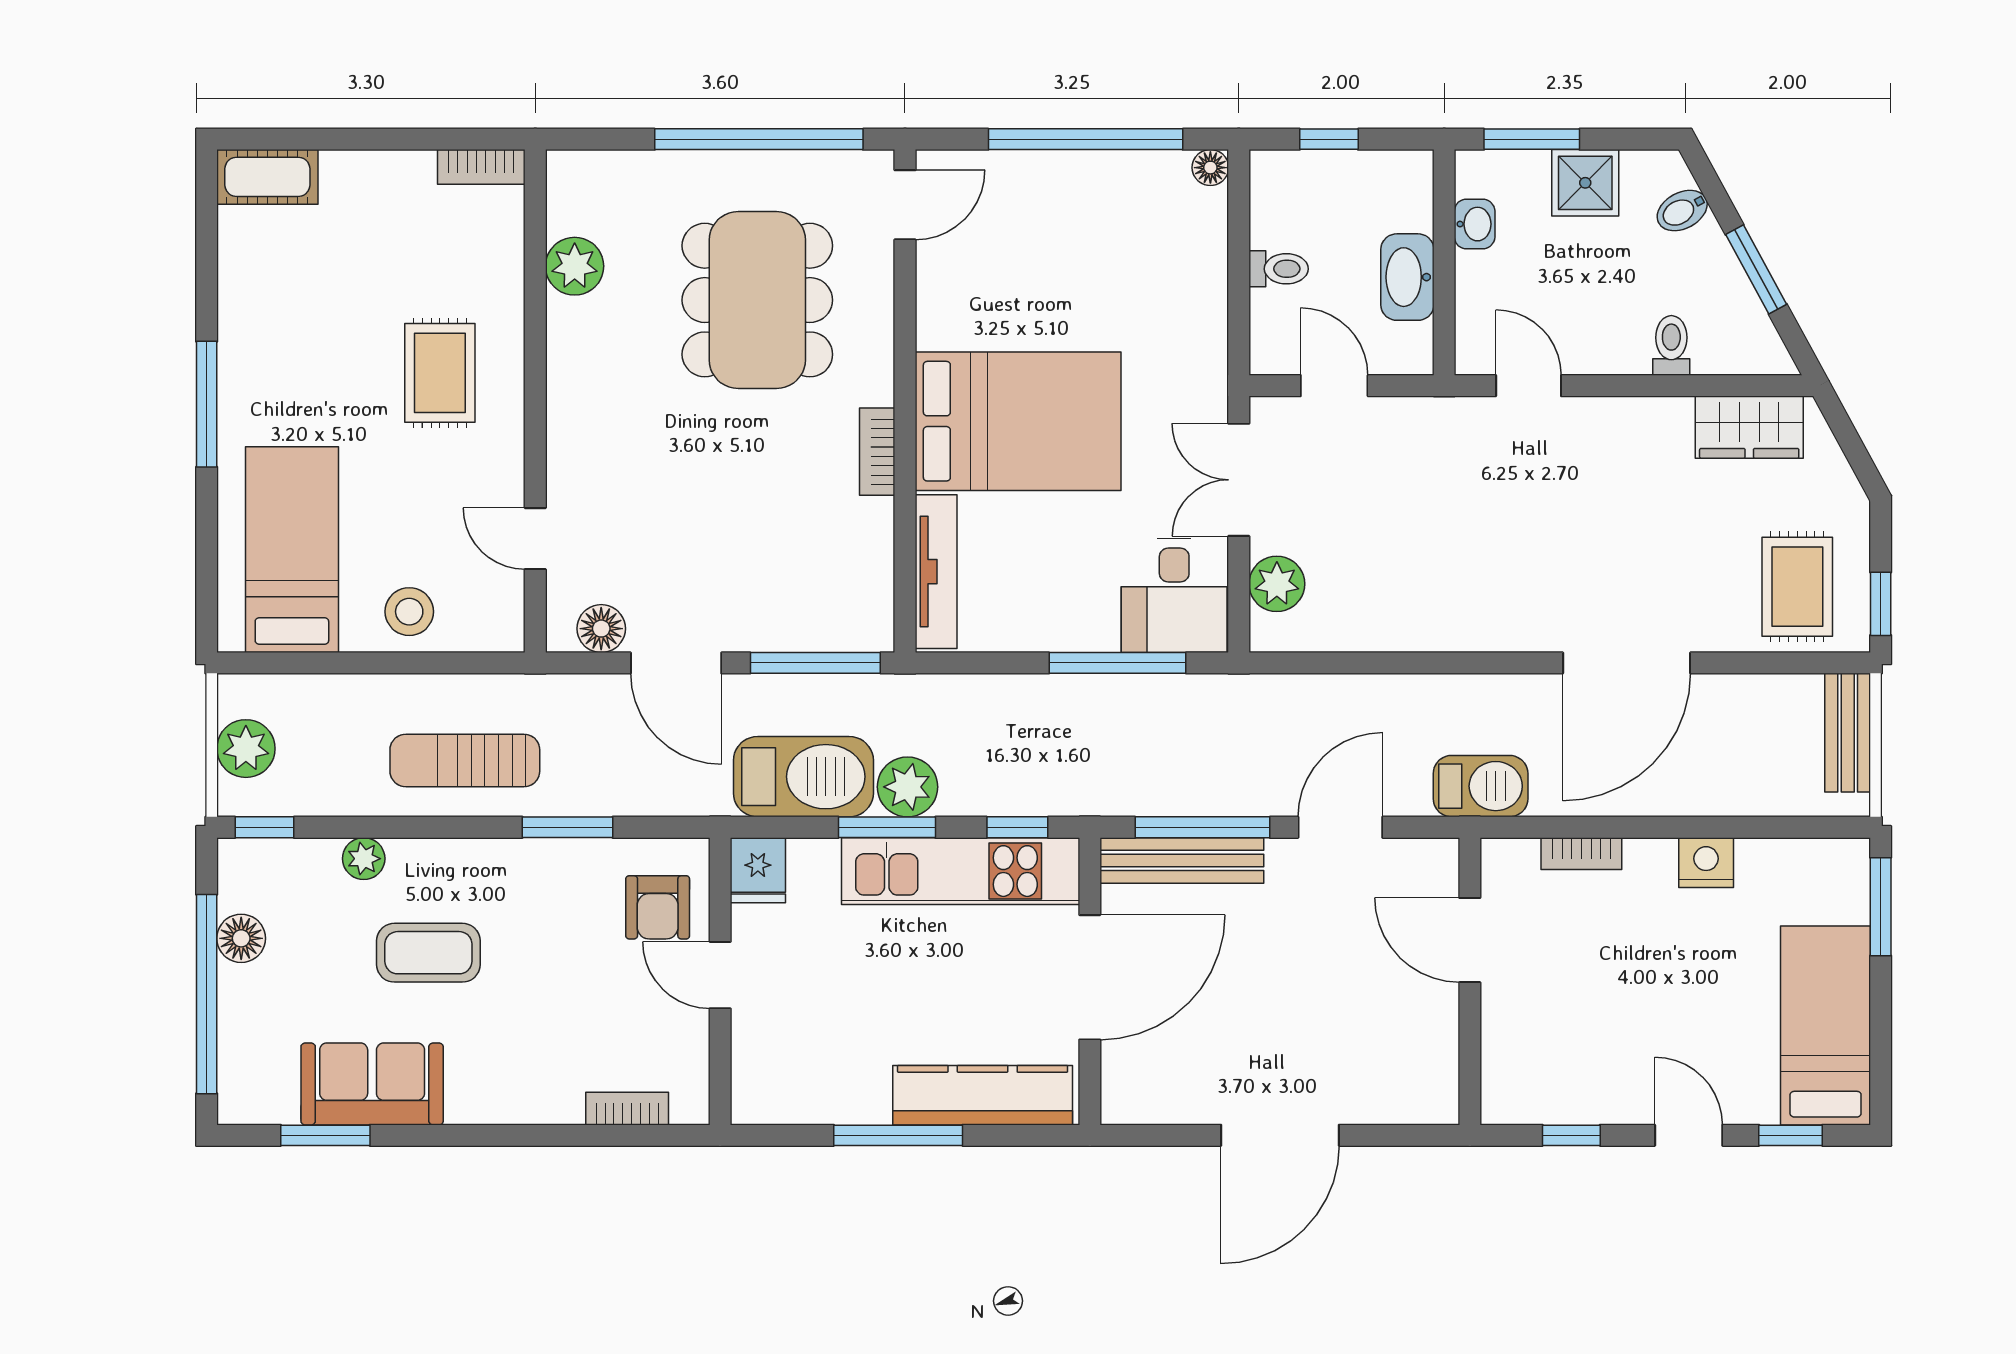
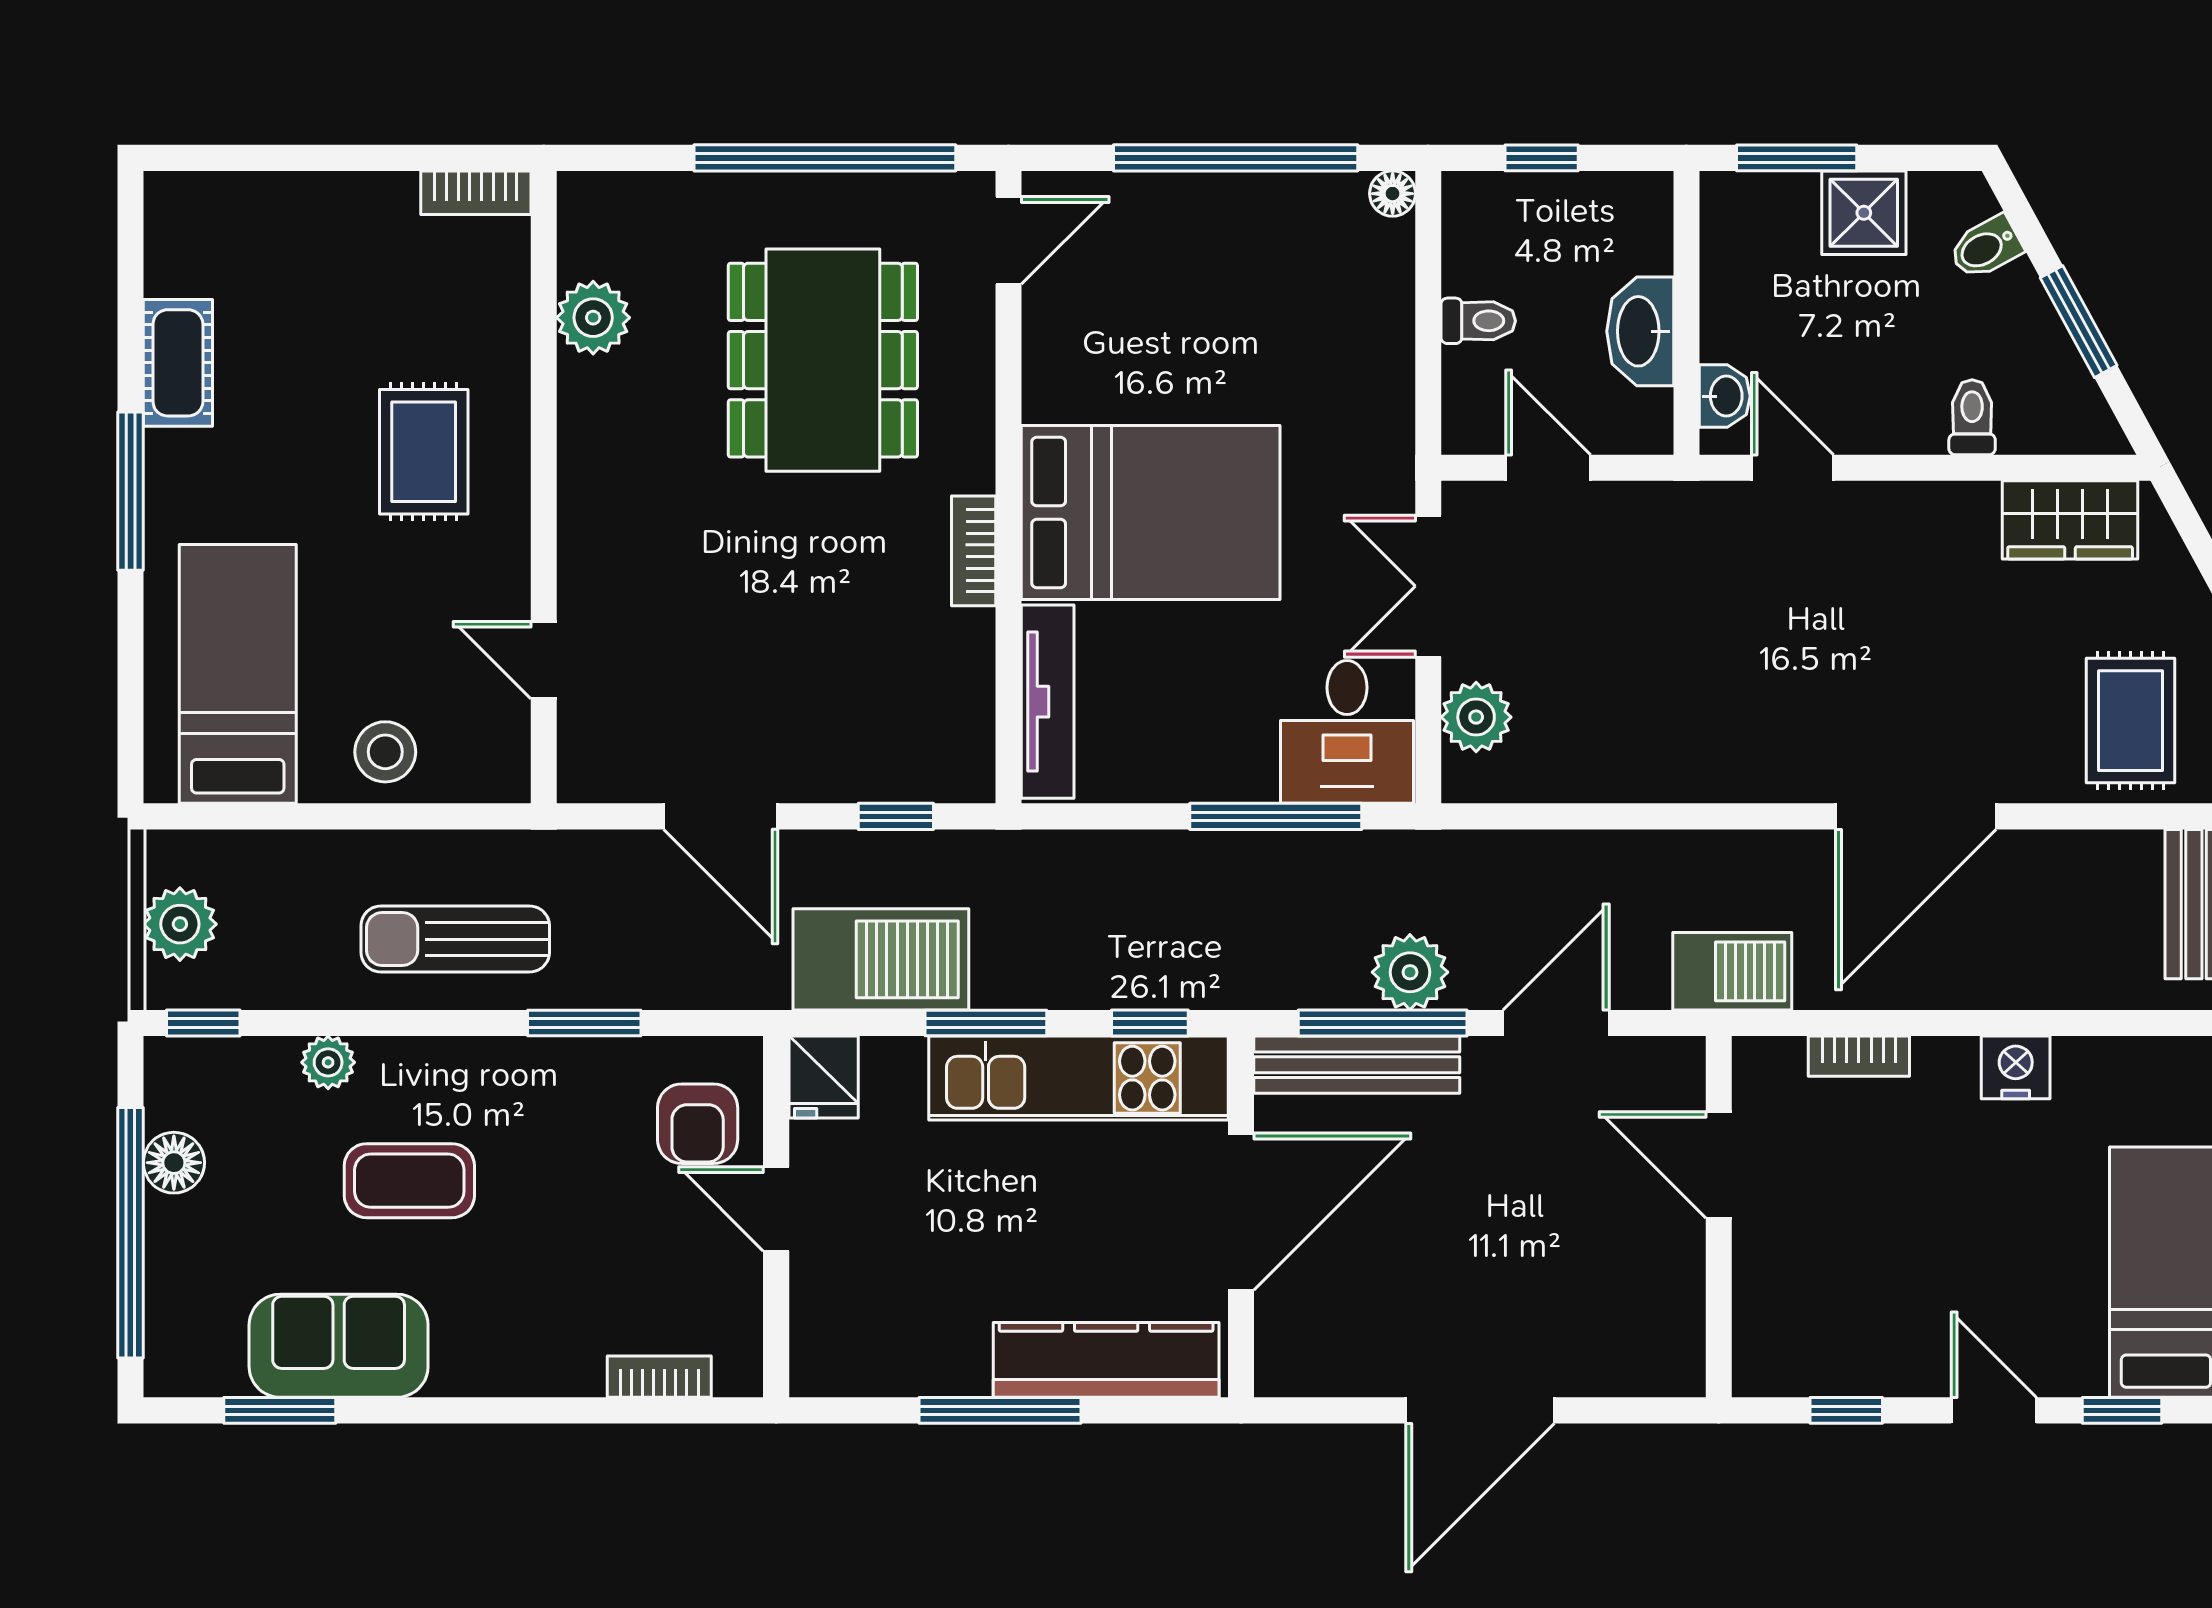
cot: (267, 177) -> (178, 363), moved, turned 90
washbasin: (1475, 224) -> (1725, 396), moved
floor lamp: (601, 629) -> (627, 773), removed
window: (815, 663) -> (896, 816), width x0.46
plant: (908, 787) -> (1410, 972), moved

